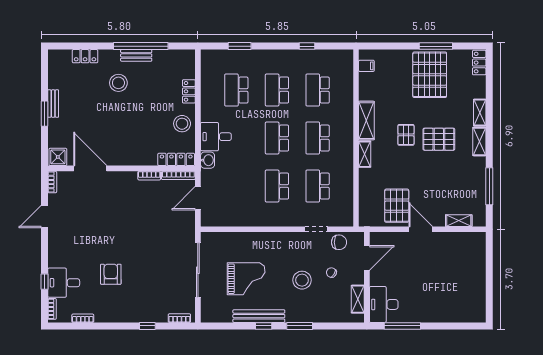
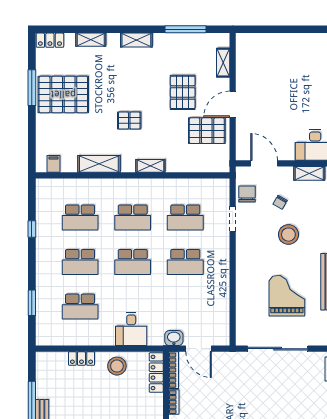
shelving: (480, 113) -> (91, 40), moved
shelving: (366, 121) -> (99, 164), moved
pallet: (439, 139) -> (183, 92), moved
washbasin: (208, 160) -> (174, 338), moved

